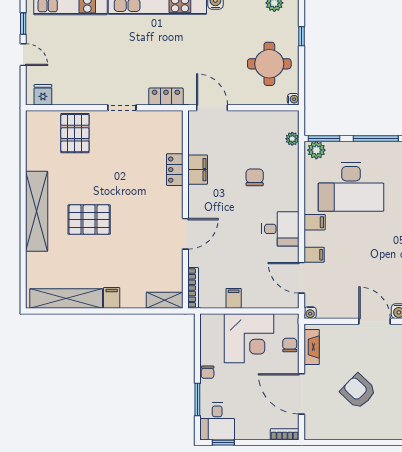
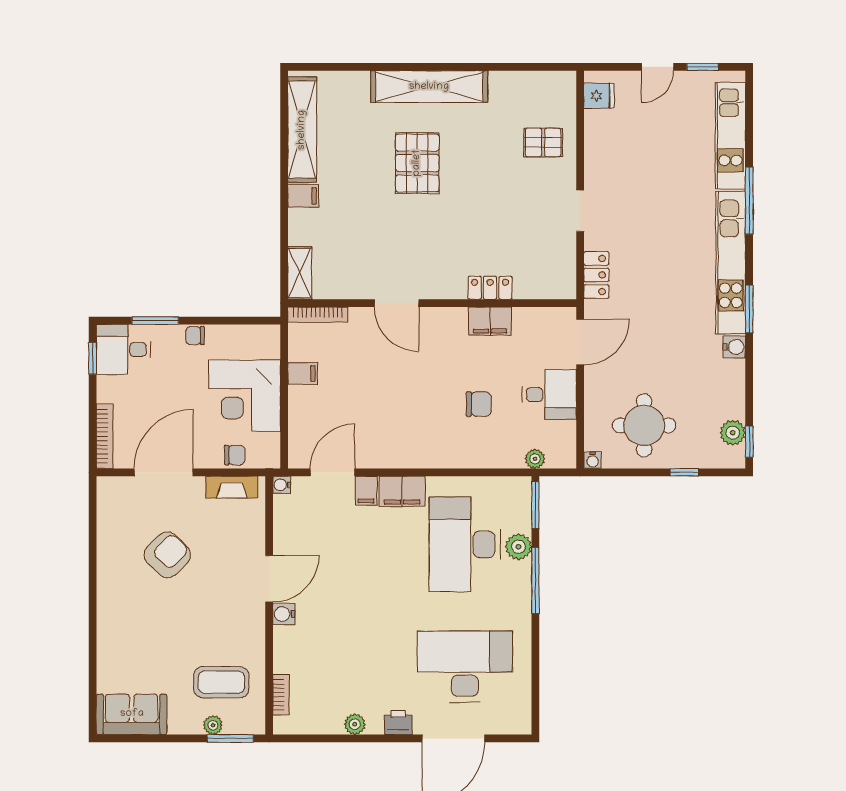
pallet: (75, 133) -> (543, 142), width x0.67, depth x0.71
plant: (316, 150) -> (518, 547), moved
filing cabinet: (315, 222) -> (402, 491), width x2.00
desk: (280, 229) -> (549, 394), moved, turned -90
bookcase: (285, 434) -> (105, 436), width x1.56

